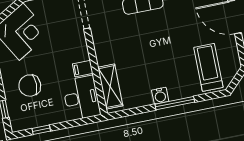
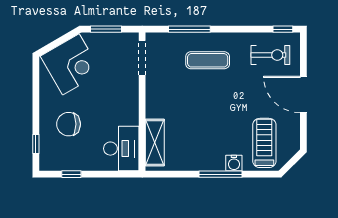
filing cabinet: (83, 69) -> (129, 117), removed
water cooler: (160, 96) -> (234, 163), moved

